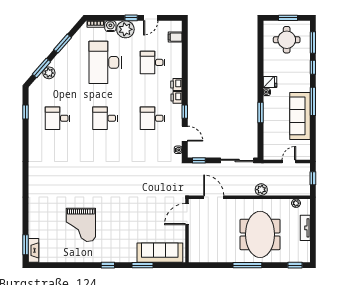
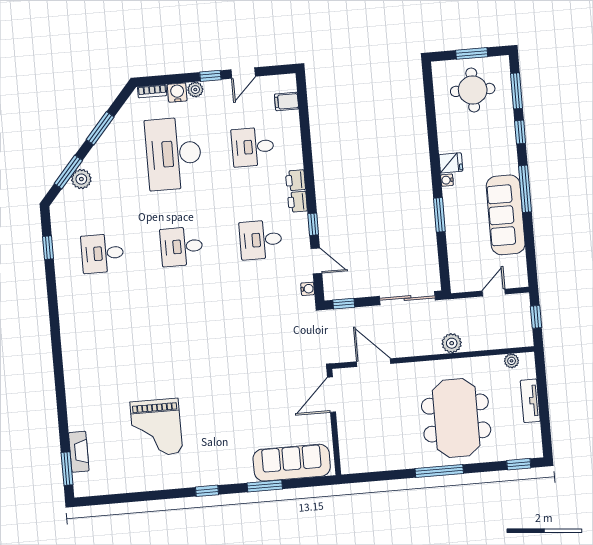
plant: (125, 29) -> (195, 90), width x0.53, depth x0.53
fireplace: (33, 250) -> (79, 452), moved

